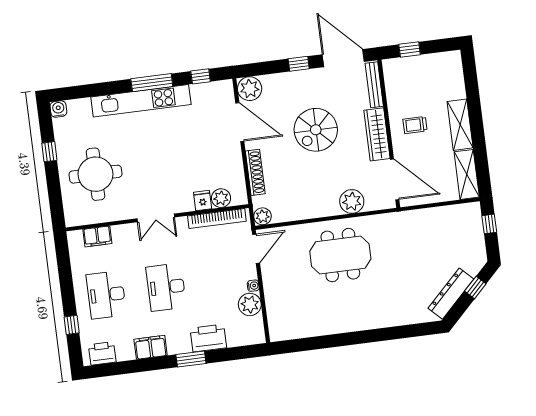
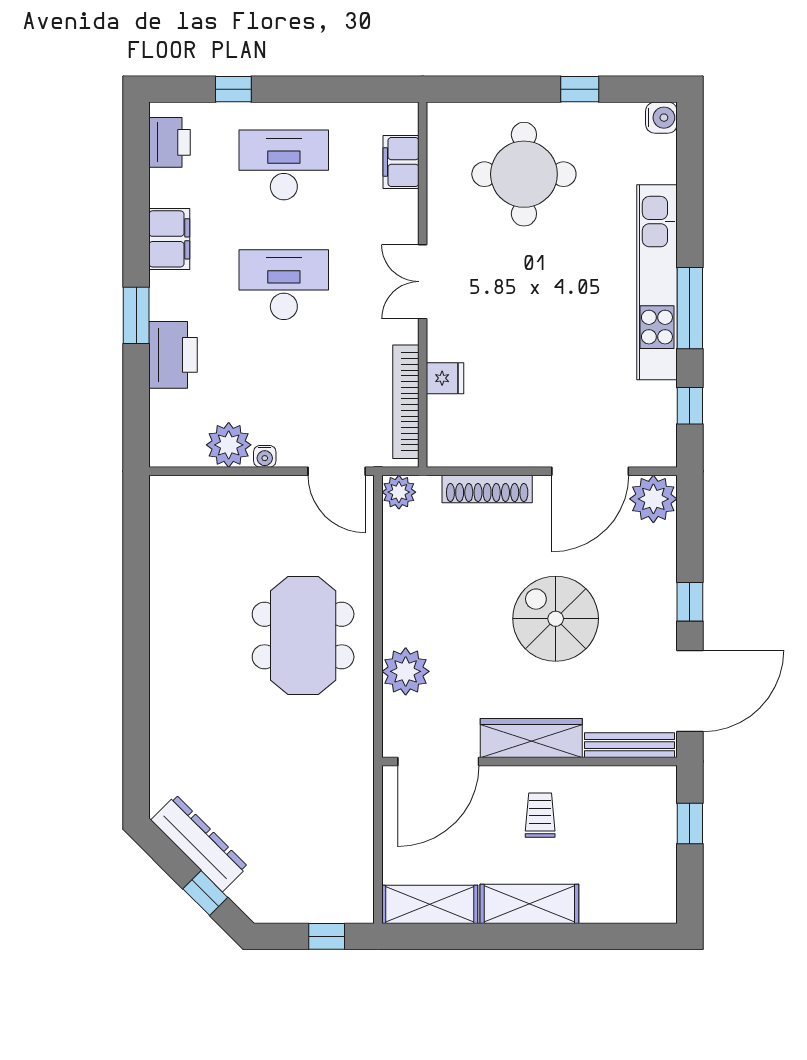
plant: (221, 198) -> (445, 415), removed

